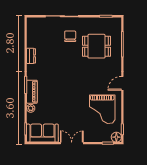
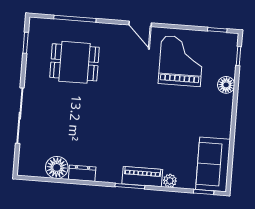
chair: (70, 36) -> (54, 105), removed
floor lamp: (33, 41) -> (57, 167), added
dining table: (96, 46) -> (75, 62), turned 90
grand piano: (102, 109) -> (181, 61), turned -90
floor lamp: (116, 137) -> (226, 85), moved
double door: (72, 143) -> (234, 117), removed

